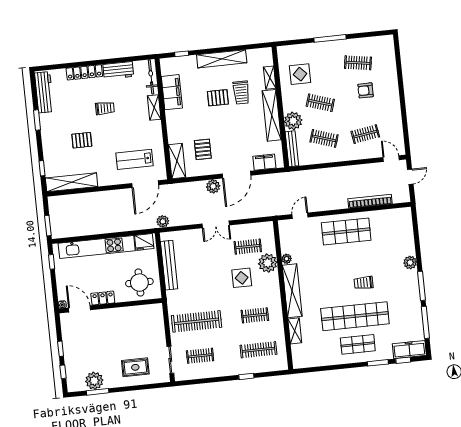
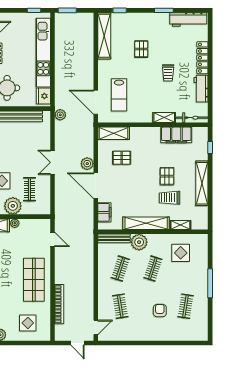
lab bench: (134, 159) -> (119, 95), turned 180
display table: (394, 233) -> (28, 323), added

